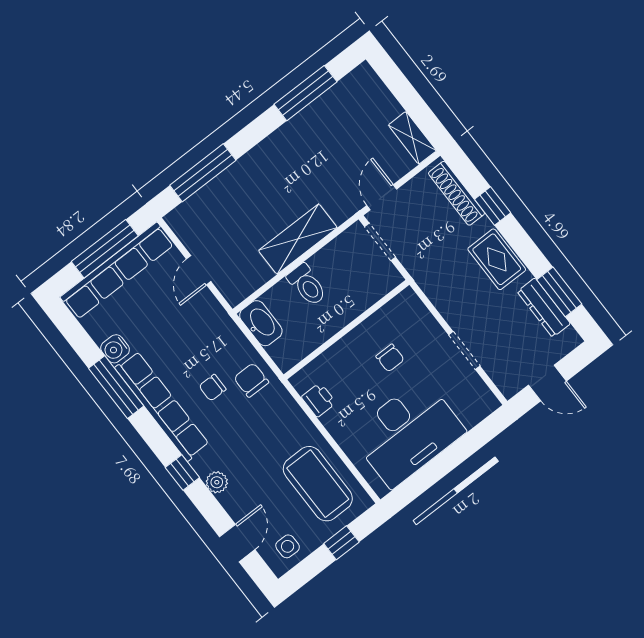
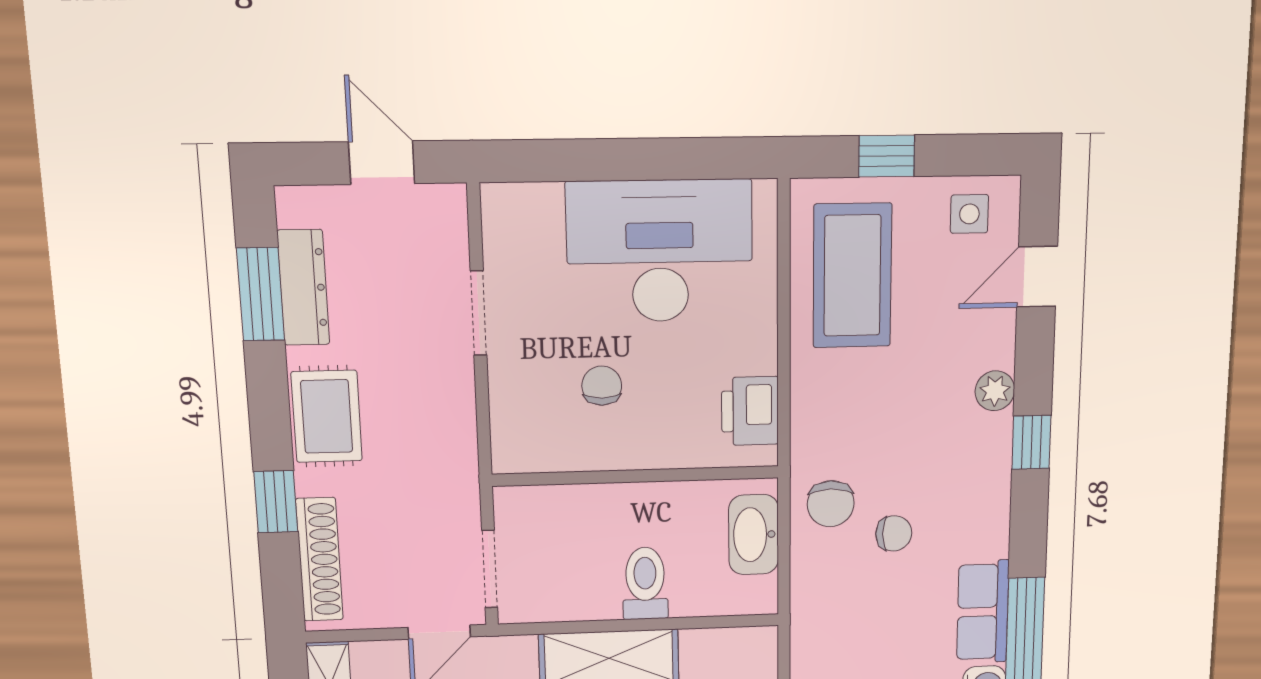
washbasin: (261, 323) -> (754, 535), moved
printer: (319, 400) -> (750, 411), width x1.36, depth x1.24
row of seats: (162, 406) -> (983, 612), width x0.50

